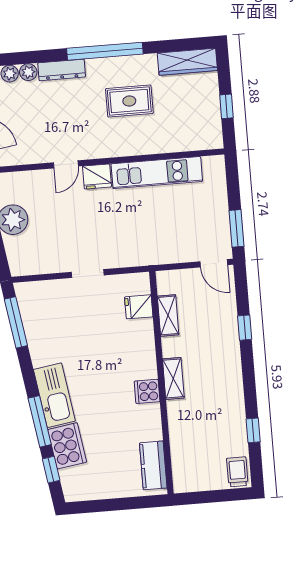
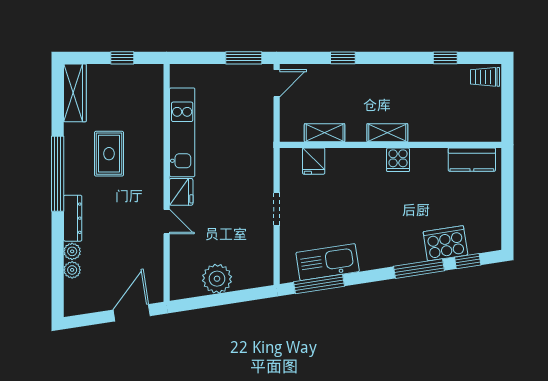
kitchen sink: (54, 395) -> (328, 262), moved

